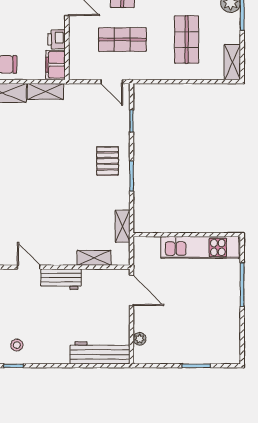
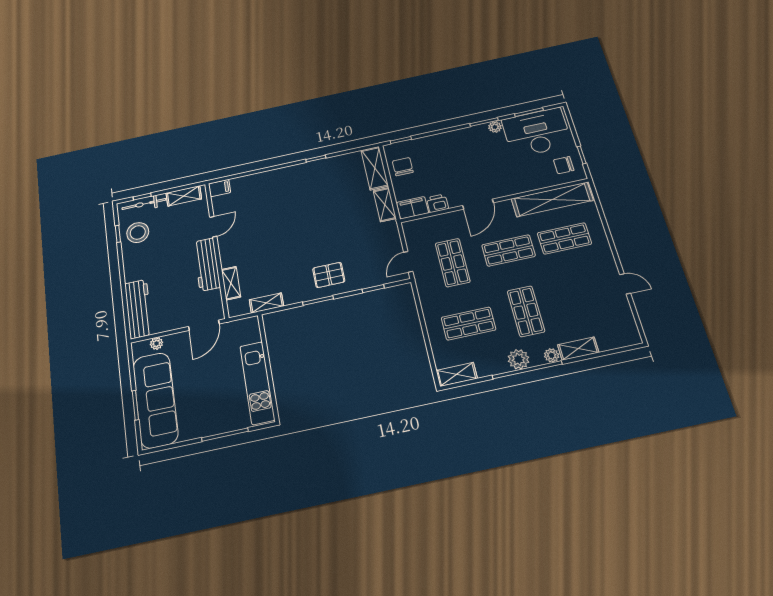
workbench: (61, 279) -> (207, 264), width x1.38
stool: (17, 345) -> (138, 233), width x1.89, depth x1.89
sofa: (195, 346) -> (155, 400), added

